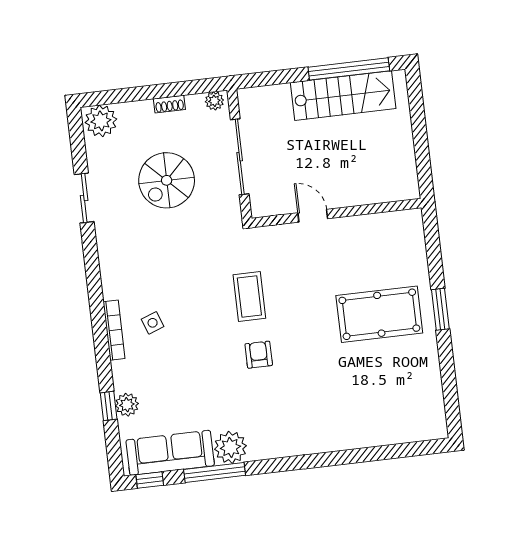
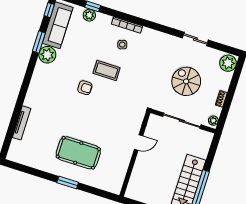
coffee table: (249, 297) -> (107, 70), moved
pool table: (379, 314) -> (78, 153), turned 90
tv unit: (372, 438) -> (22, 123), added
window: (215, 472) -> (39, 42), width x0.69

